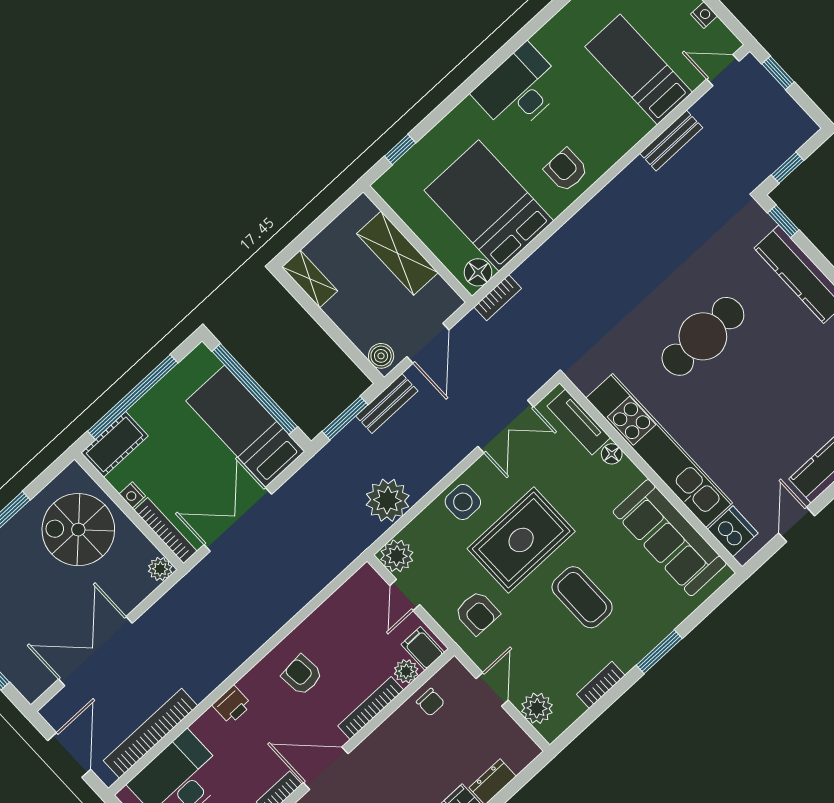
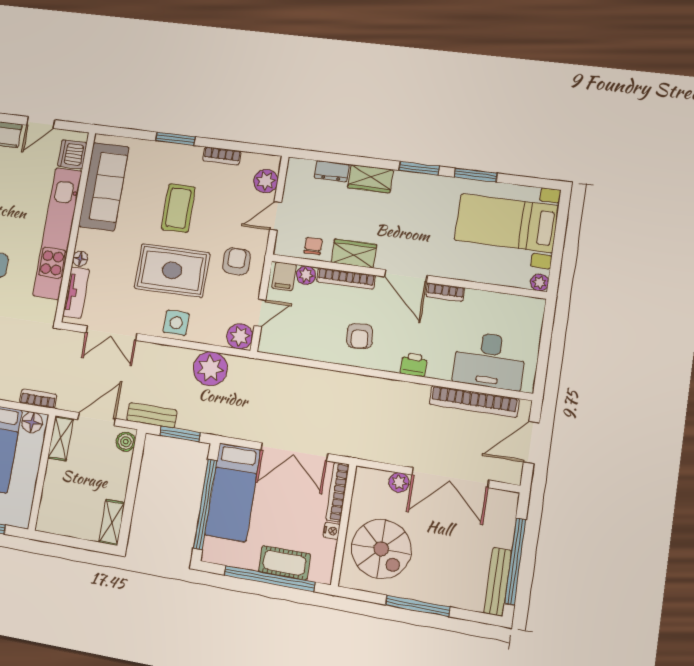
shelving: (397, 253) -> (61, 438), moved, width x0.67, depth x0.75
double door: (506, 427) -> (111, 333), swing flipped
cot: (115, 444) -> (284, 563), moved
plant: (160, 569) -> (399, 482), moved
wardrobe: (390, 736) -> (354, 253), added

